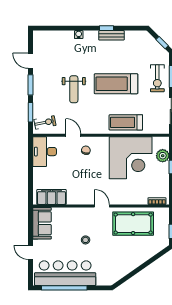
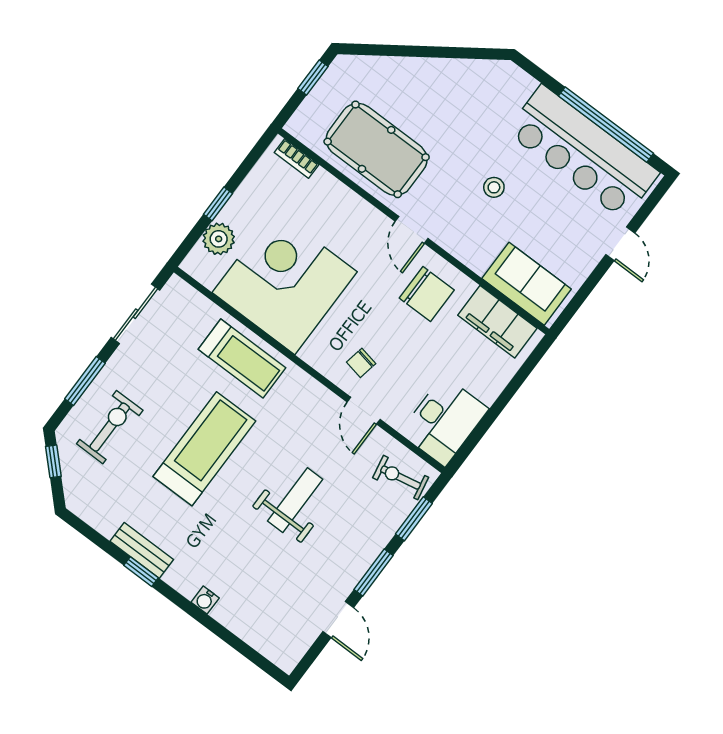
exercise bike: (157, 78) -> (110, 427), moved
treadmill: (116, 84) -> (204, 449), turned -90
chair: (81, 189) -> (427, 294), added
sofa: (42, 223) -> (527, 284), moved, turned 90

